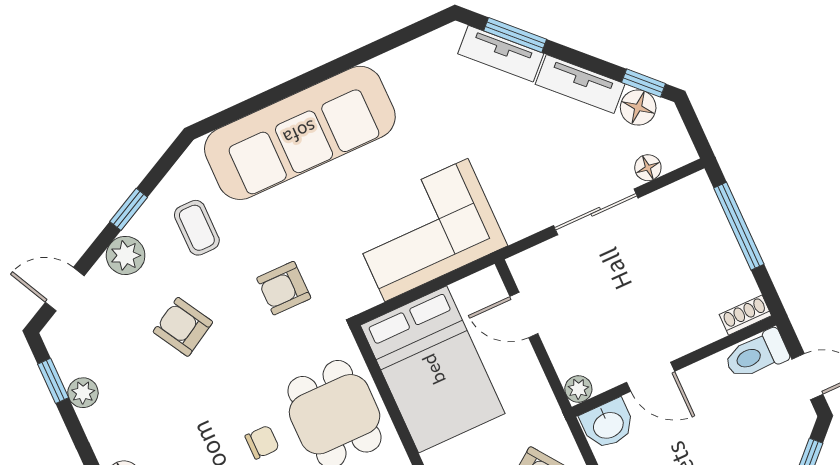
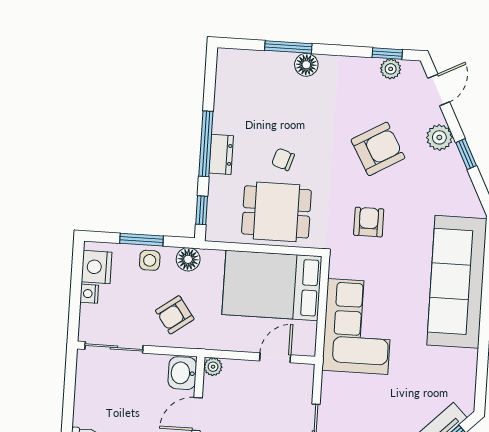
coffee table: (197, 228) -> (433, 189), removed
armchair: (183, 327) -> (378, 149), width x1.38, depth x1.38
plant: (83, 393) -> (391, 69), moved
chair: (262, 442) -> (283, 159), turned 108

